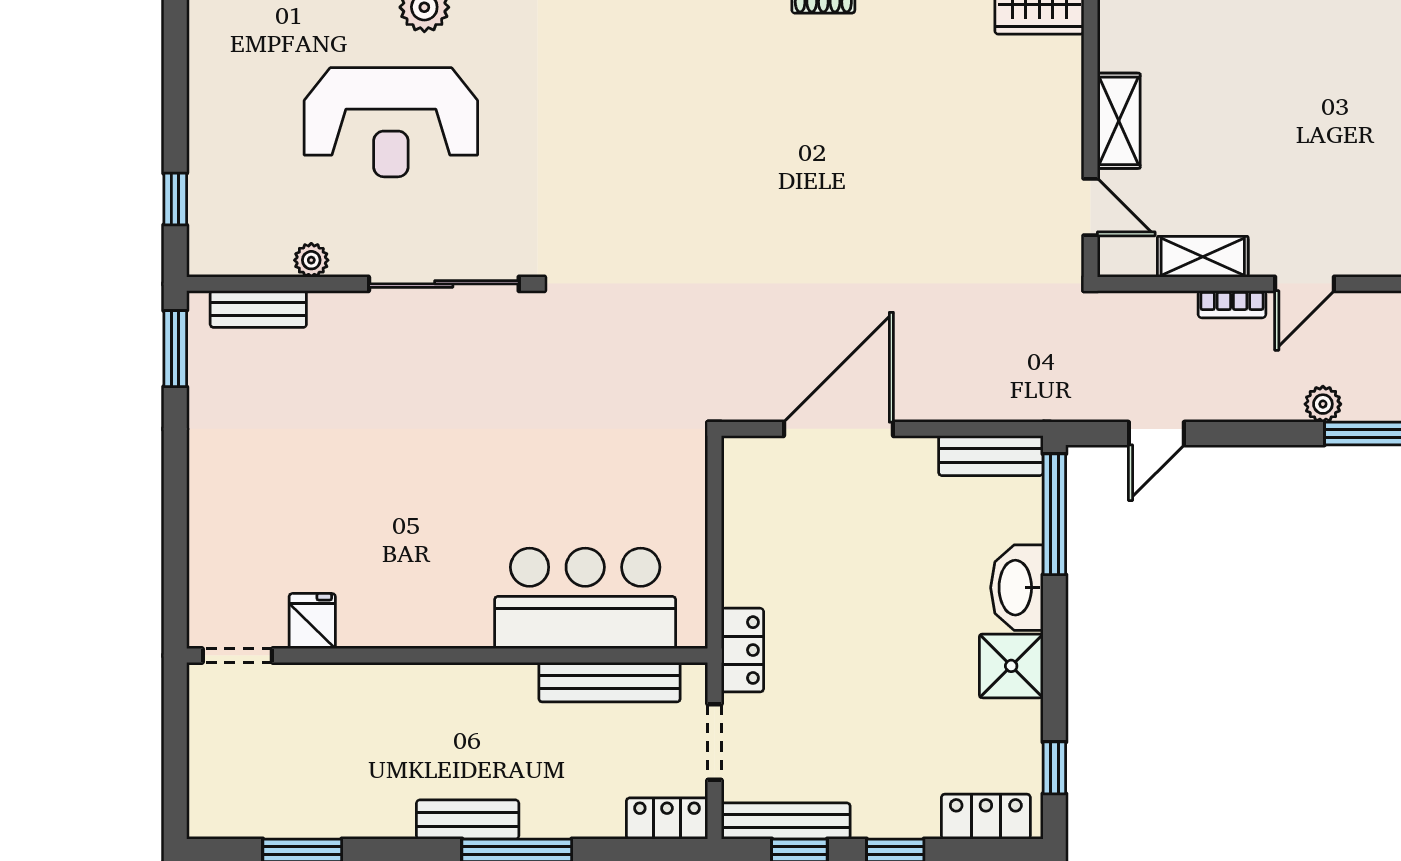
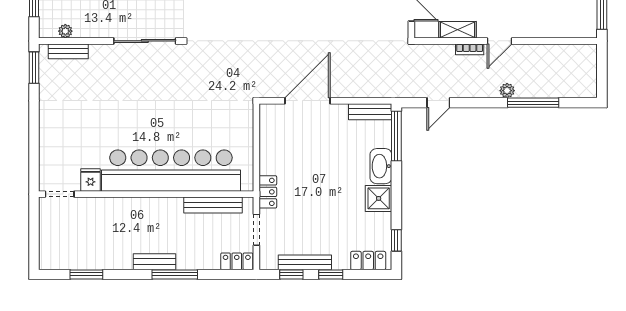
plant: (311, 260) -> (65, 31), moved
bar counter: (585, 598) -> (171, 171), width x1.86
bench: (786, 821) -> (305, 262), moved

